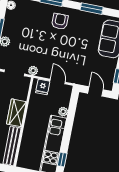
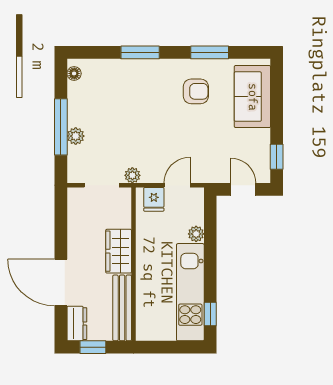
armchair: (60, 21) -> (196, 91), moved, turned 90
door: (58, 81) -> (177, 185), hinge flipped

